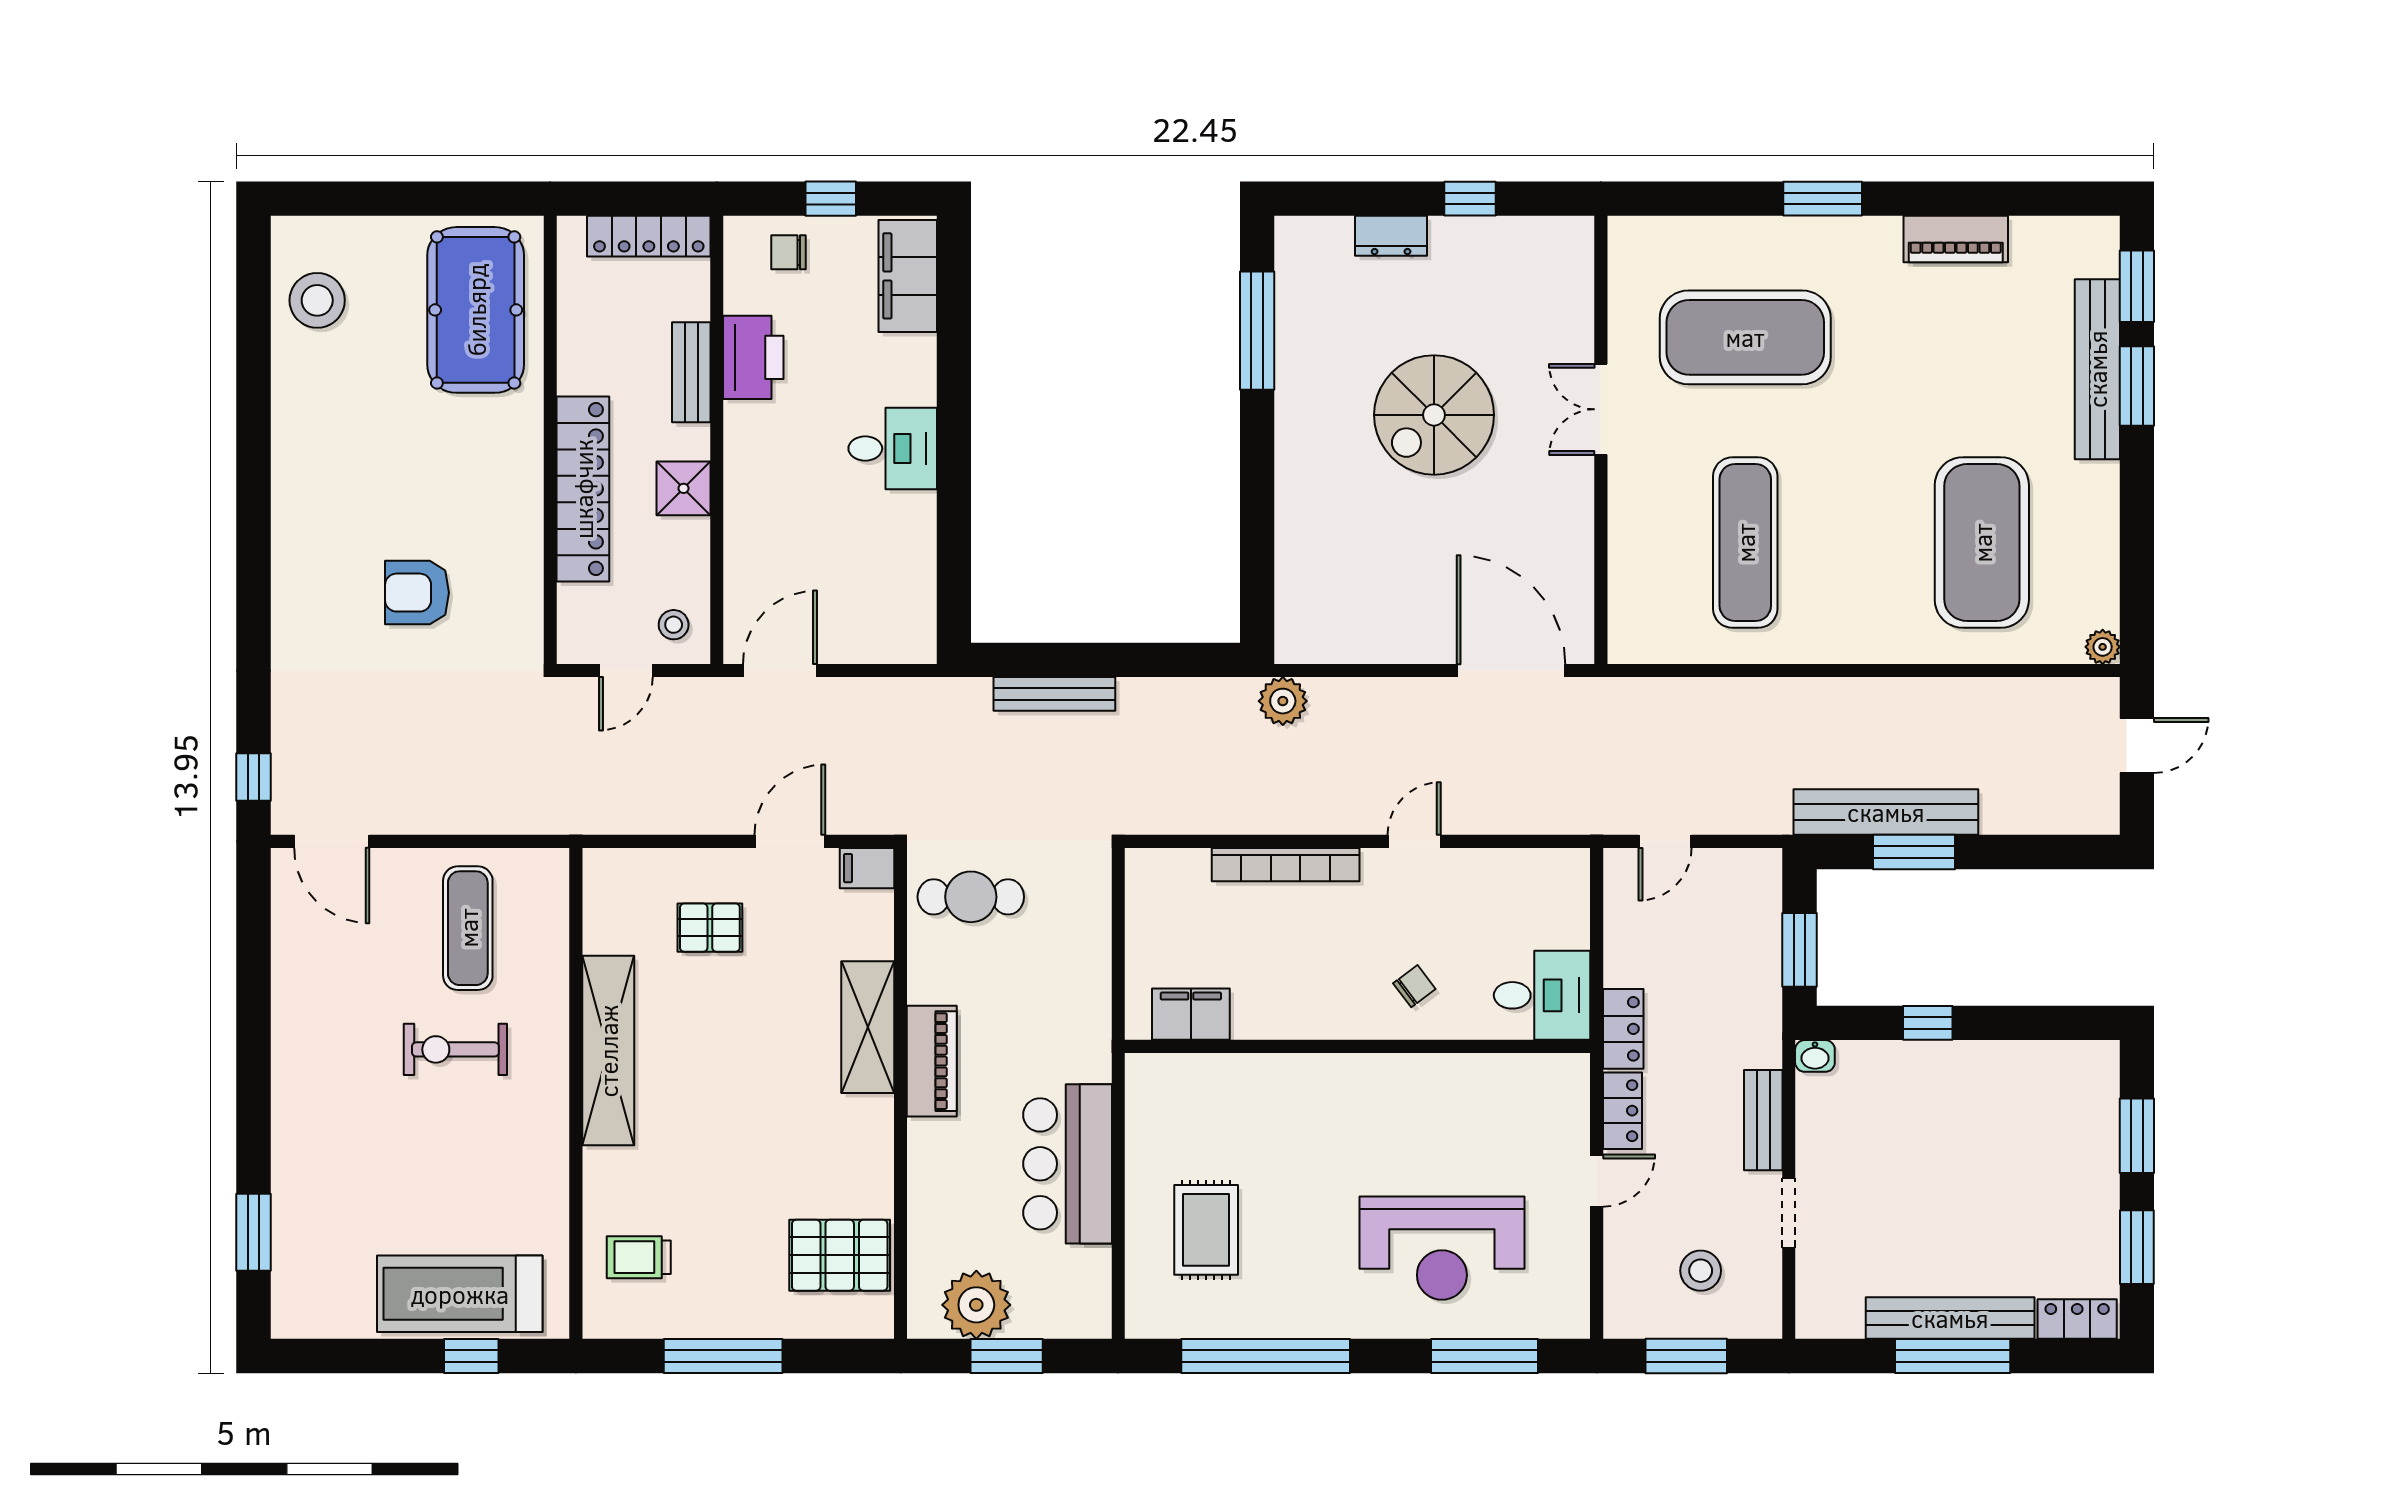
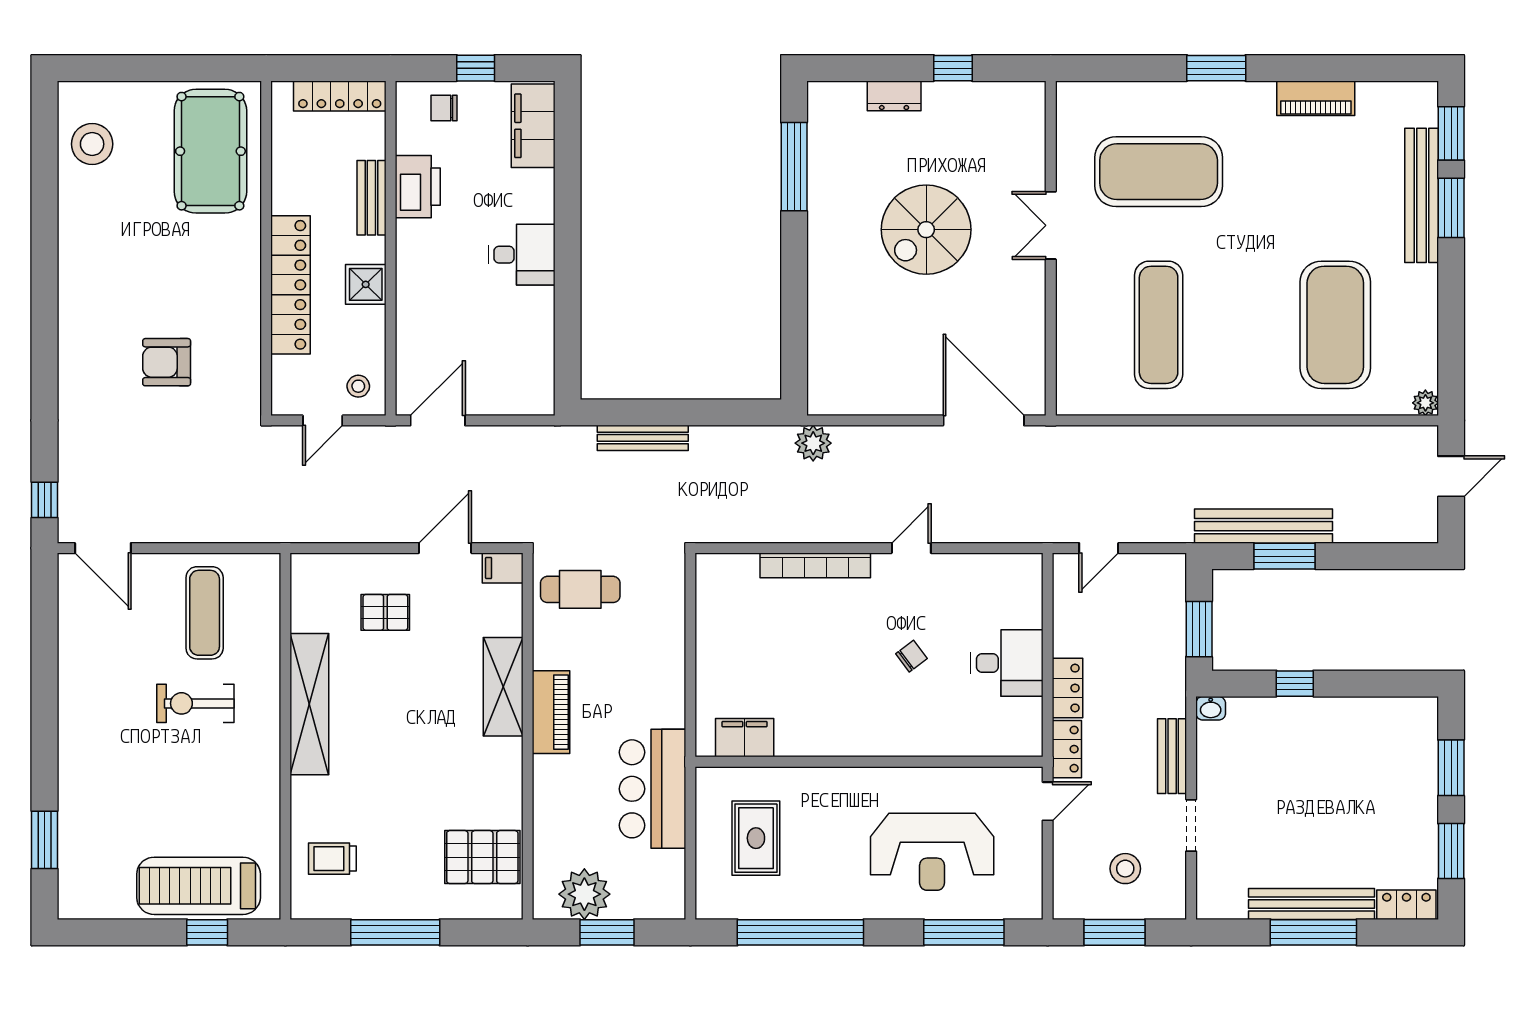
filing cabinet: (1191, 1014) -> (745, 738), moved
wall: (1357, 1046) -> (869, 762), moved

